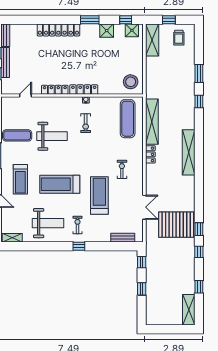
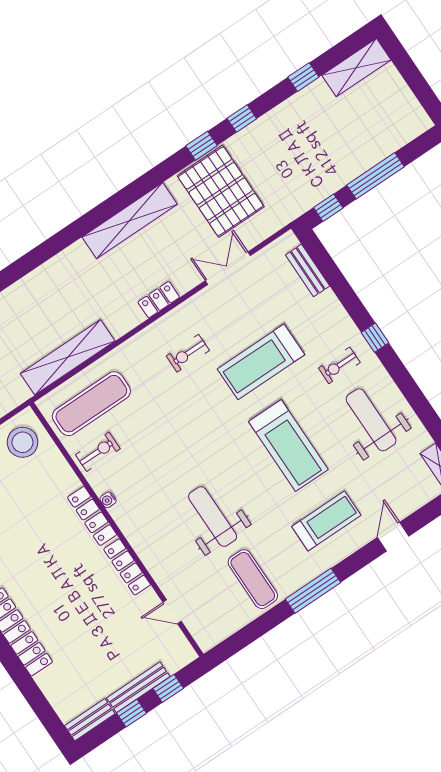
exercise bike: (86, 123) -> (98, 452), moved
shelving: (189, 152) -> (130, 221), moved
locker: (150, 154) -> (159, 300), moved
window: (142, 289) -> (376, 176), width x2.17

